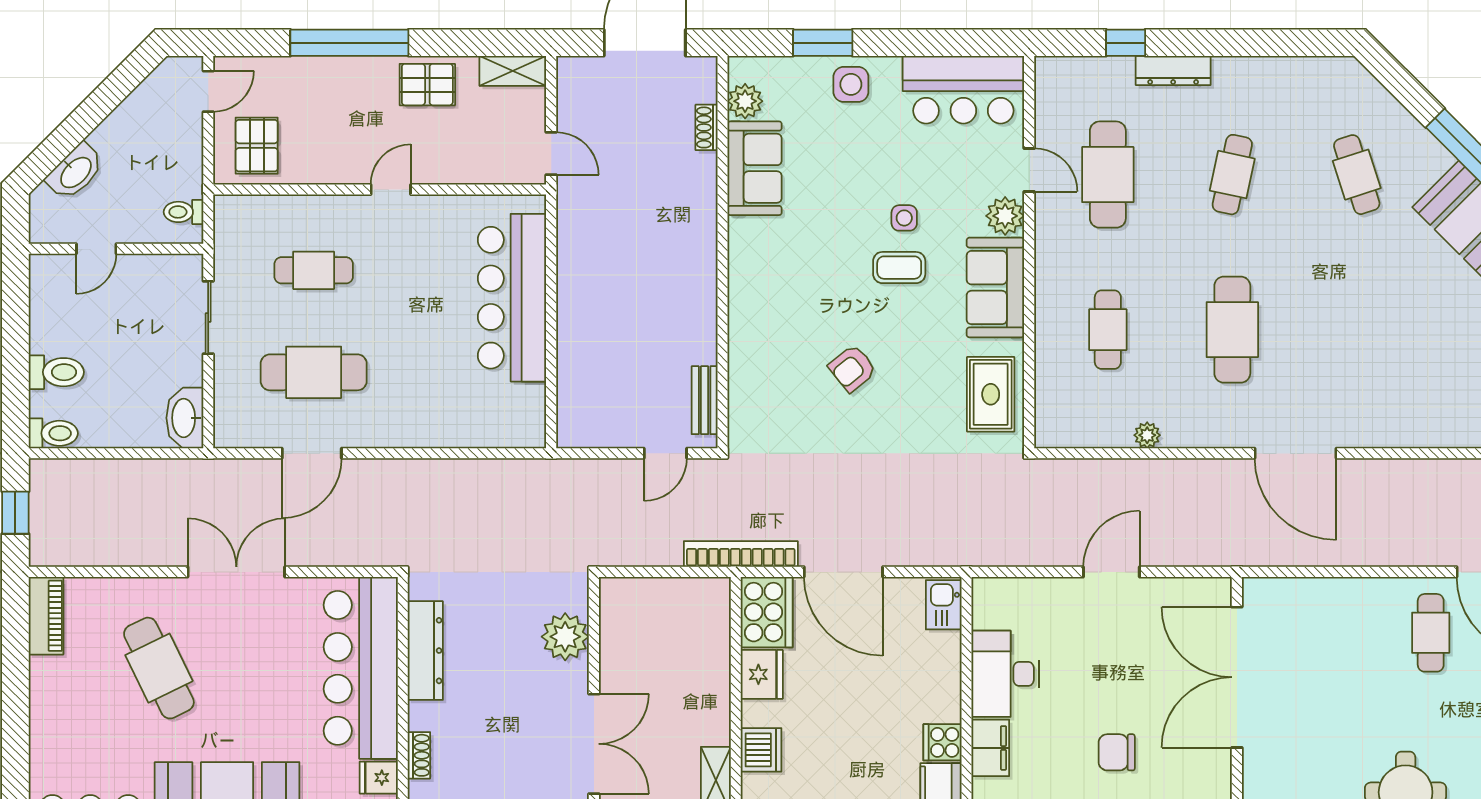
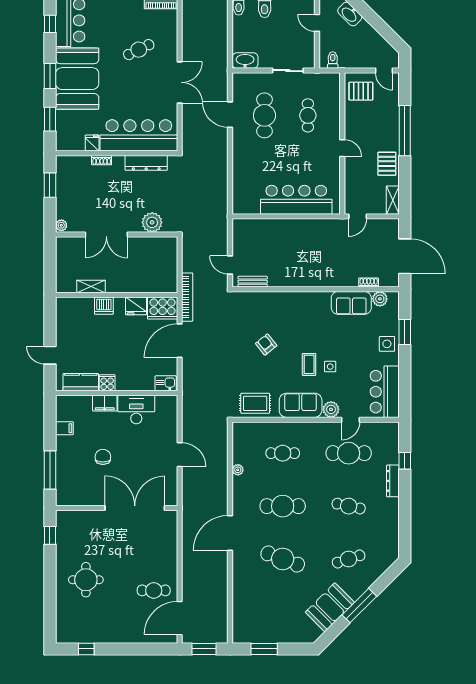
cafe table: (1357, 330) -> (283, 559), added
cafe table: (159, 668) -> (139, 50), width x0.73, depth x0.74

